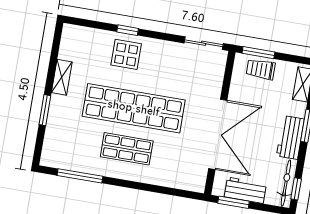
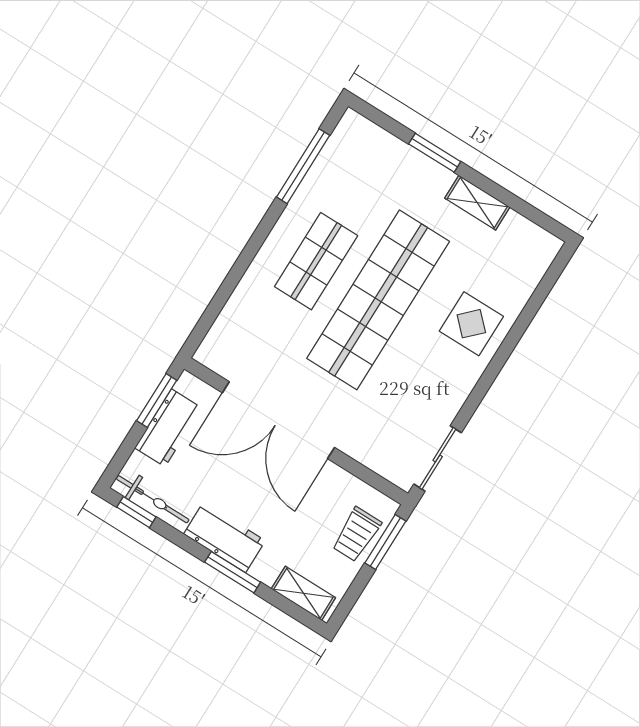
window: (128, 30) -> (510, 342), removed
trolley: (261, 69) -> (356, 534), turned 180

